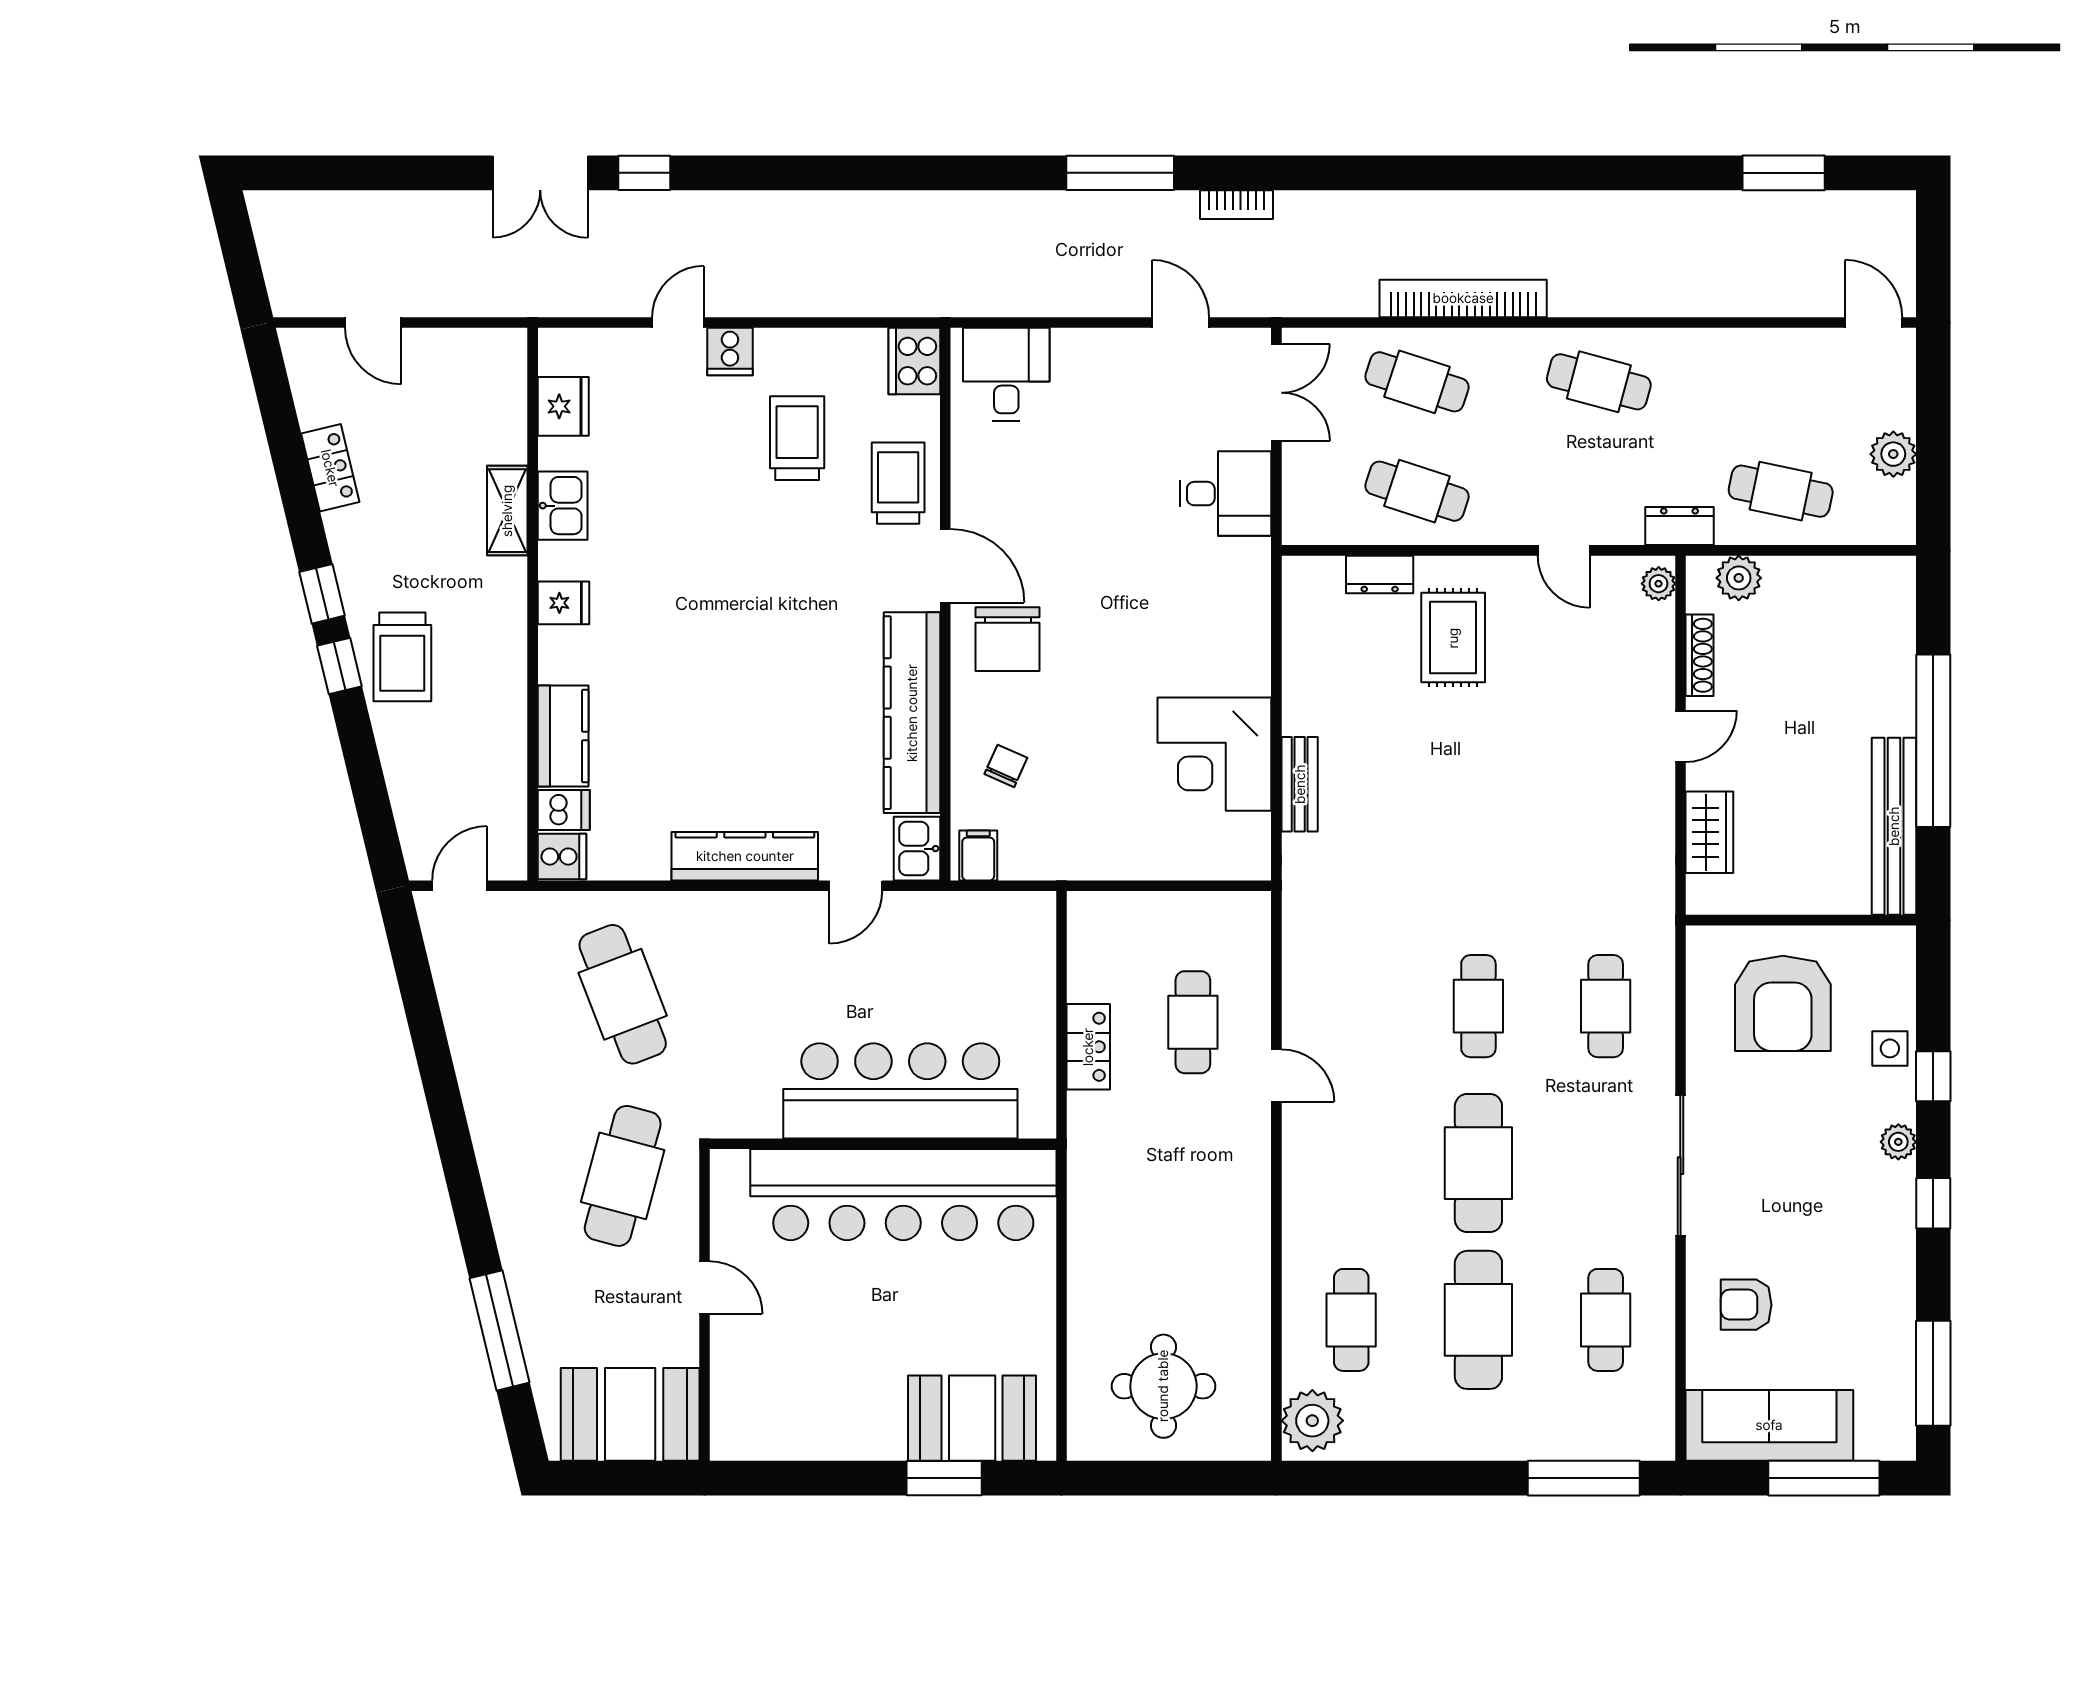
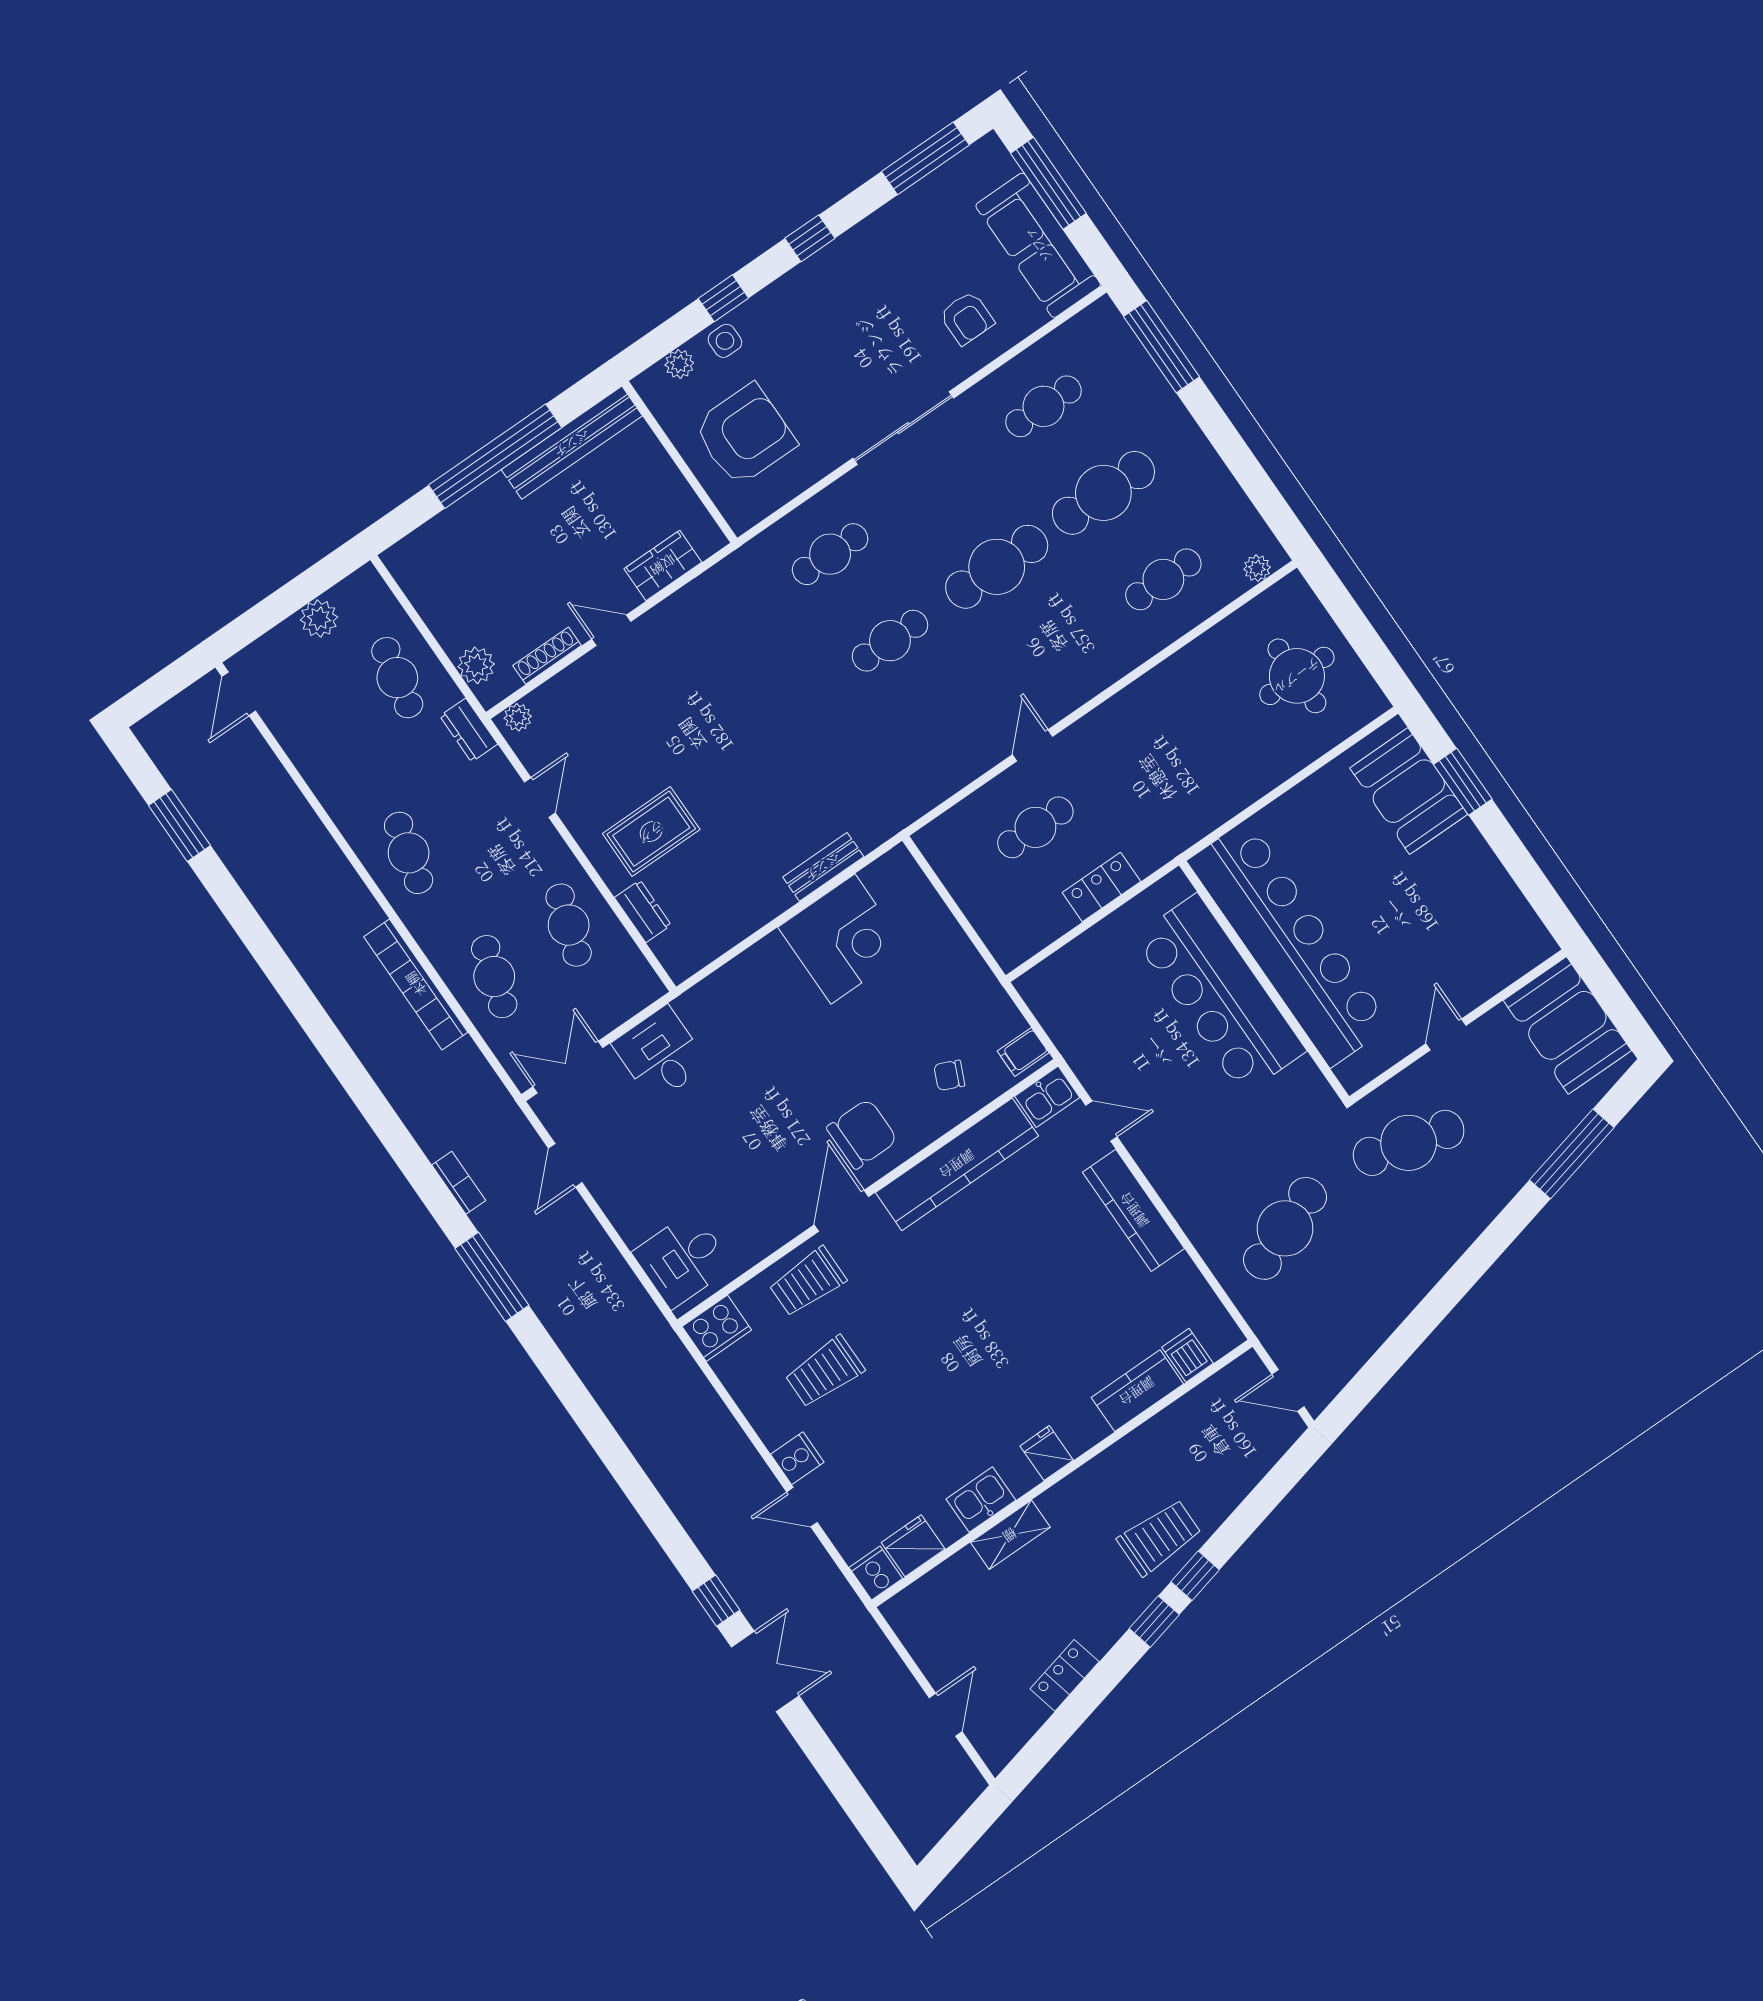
cooker: (562, 857) -> (876, 1573), moved
plant: (1898, 1142) -> (679, 364), moved
plant: (1312, 1421) -> (1257, 568), width x0.53, depth x0.53

